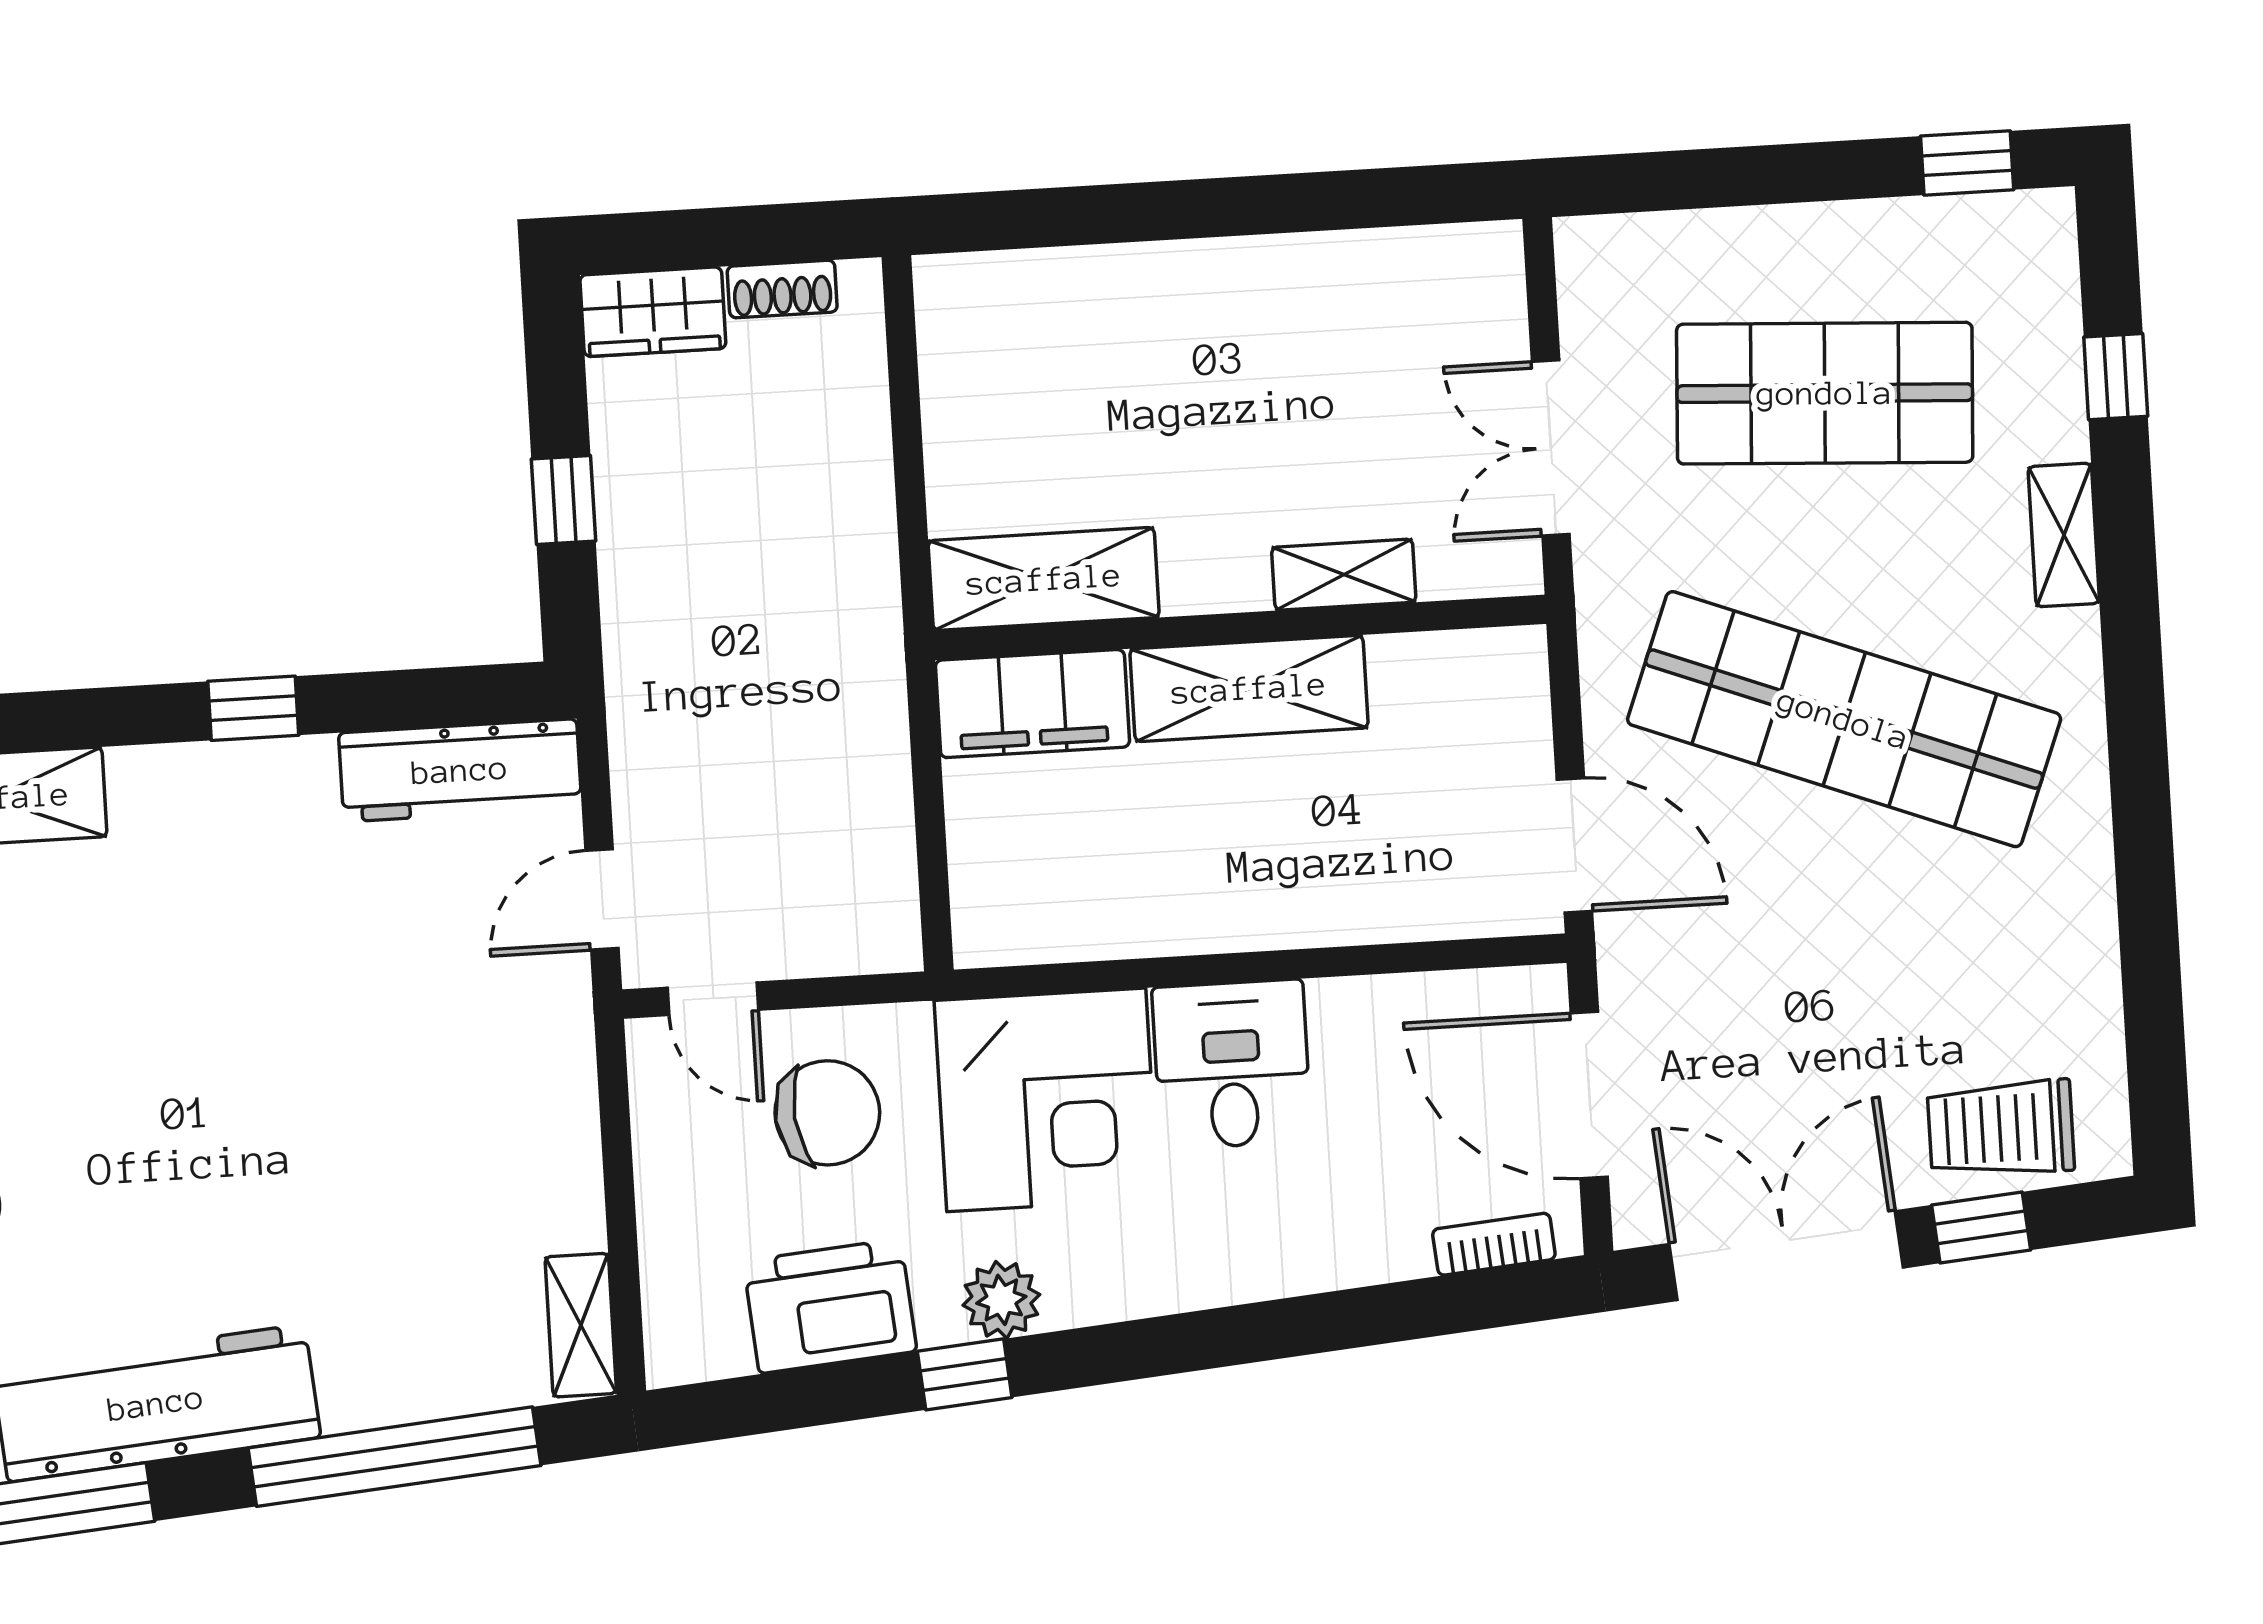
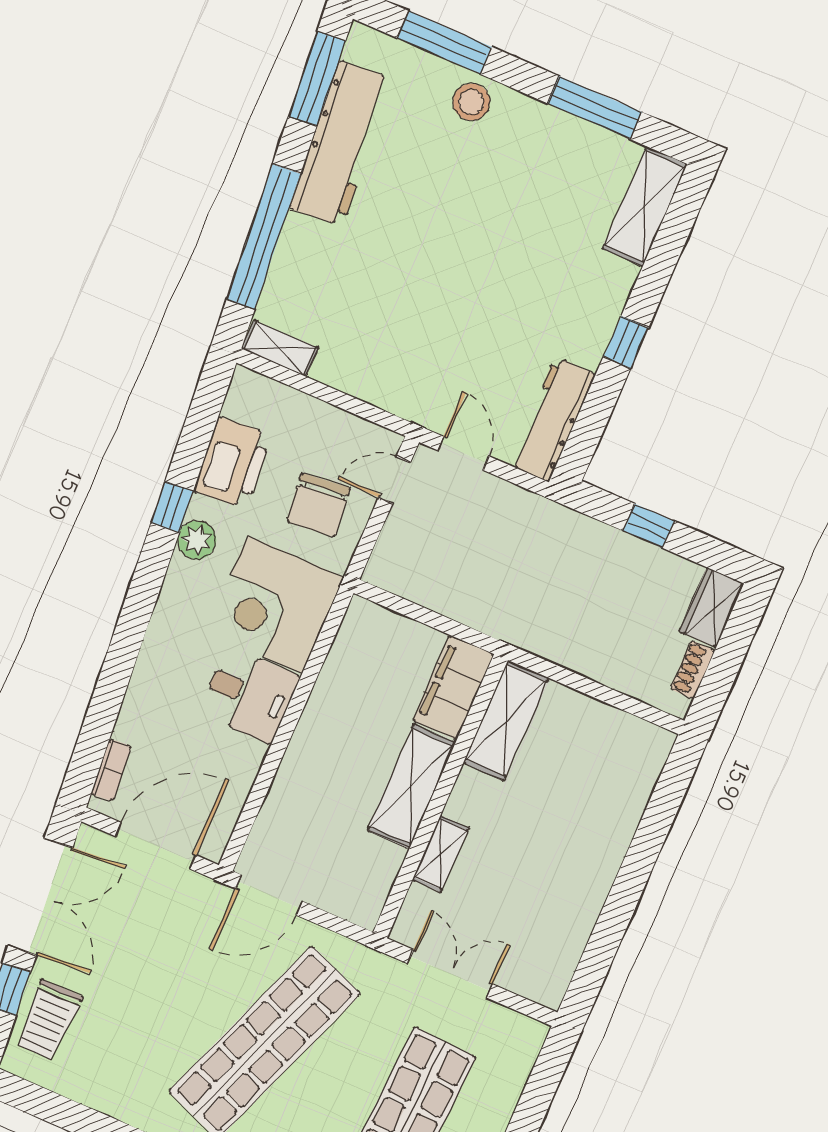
trolley: (2001, 1129) -> (48, 1020), turned 180

